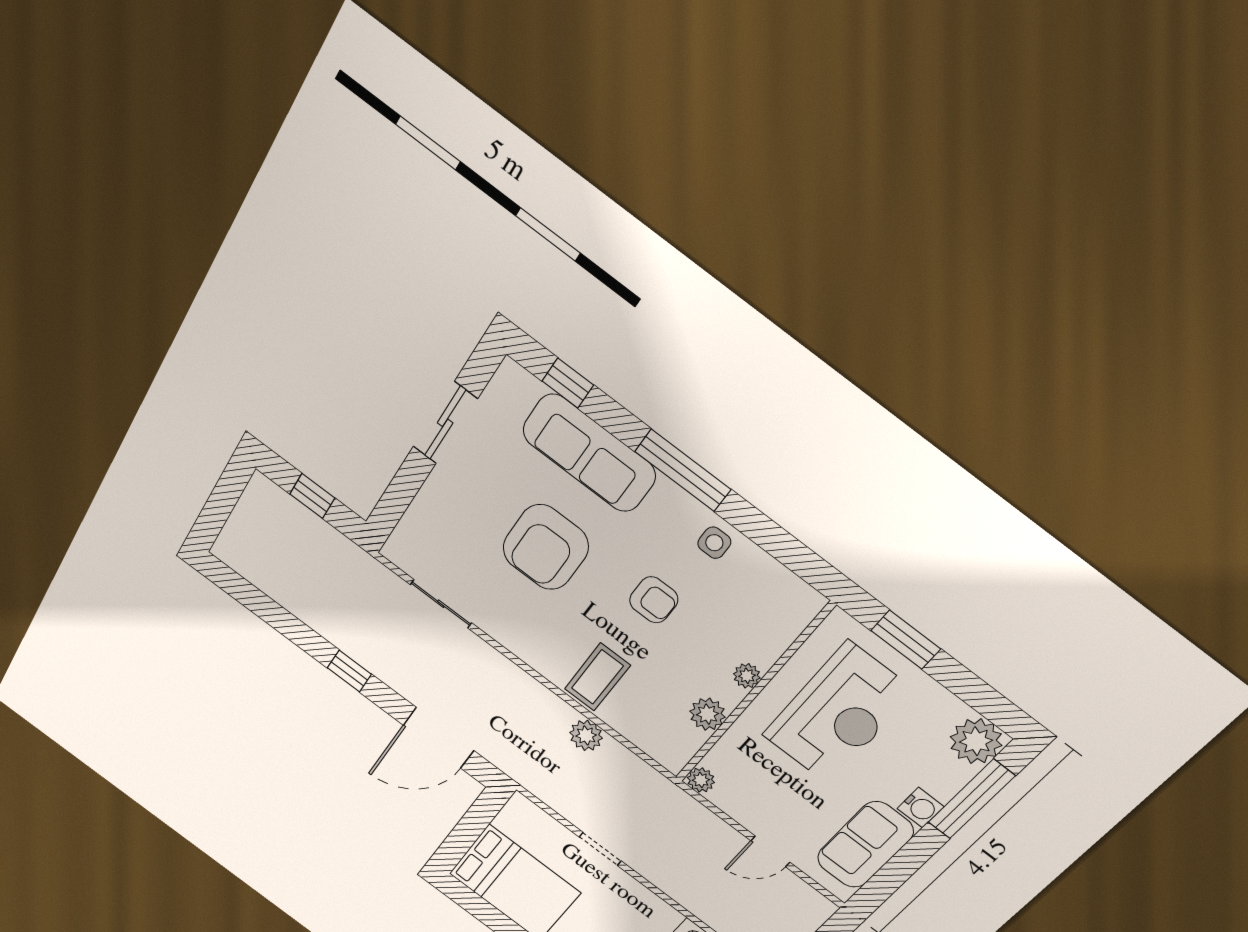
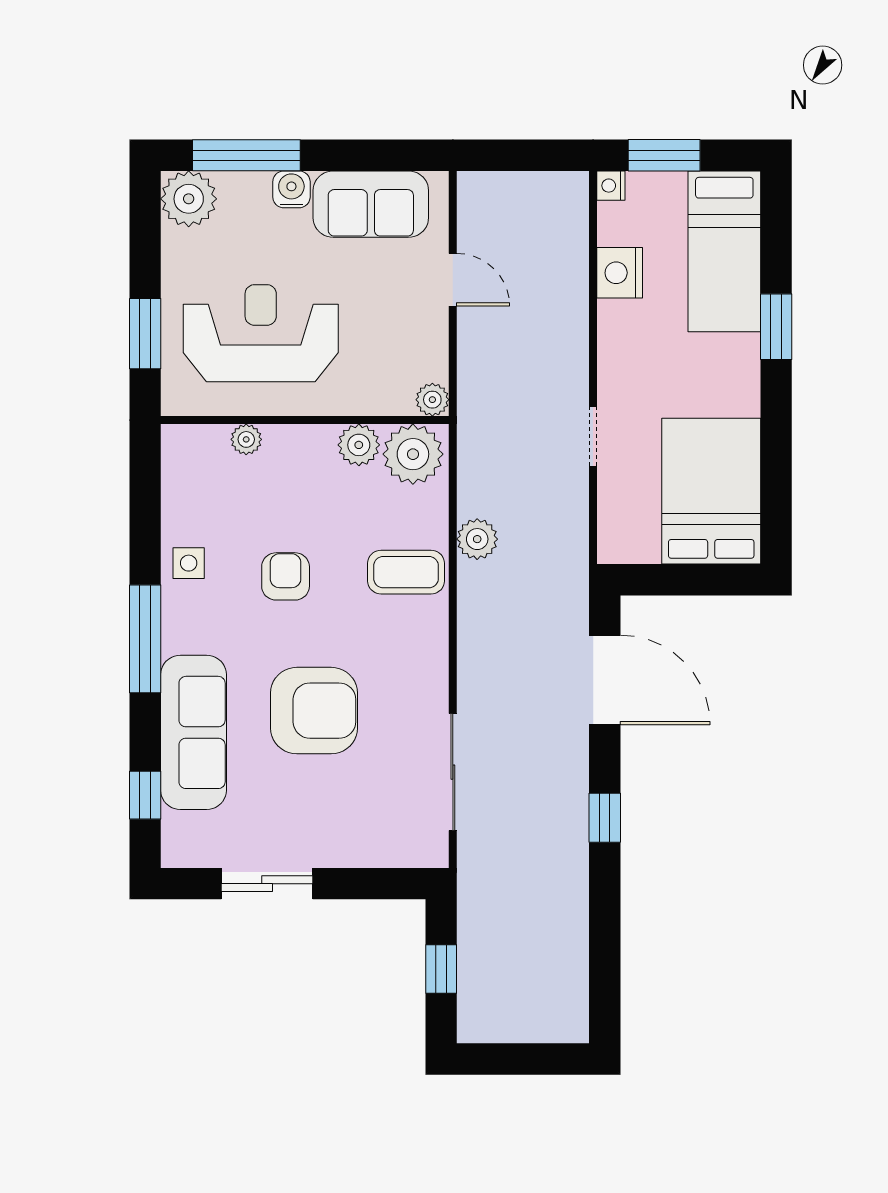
sliding door: (441, 604) -> (453, 772), width x1.37
plant: (747, 676) -> (246, 439), moved
plant: (674, 741) -> (413, 454), added

